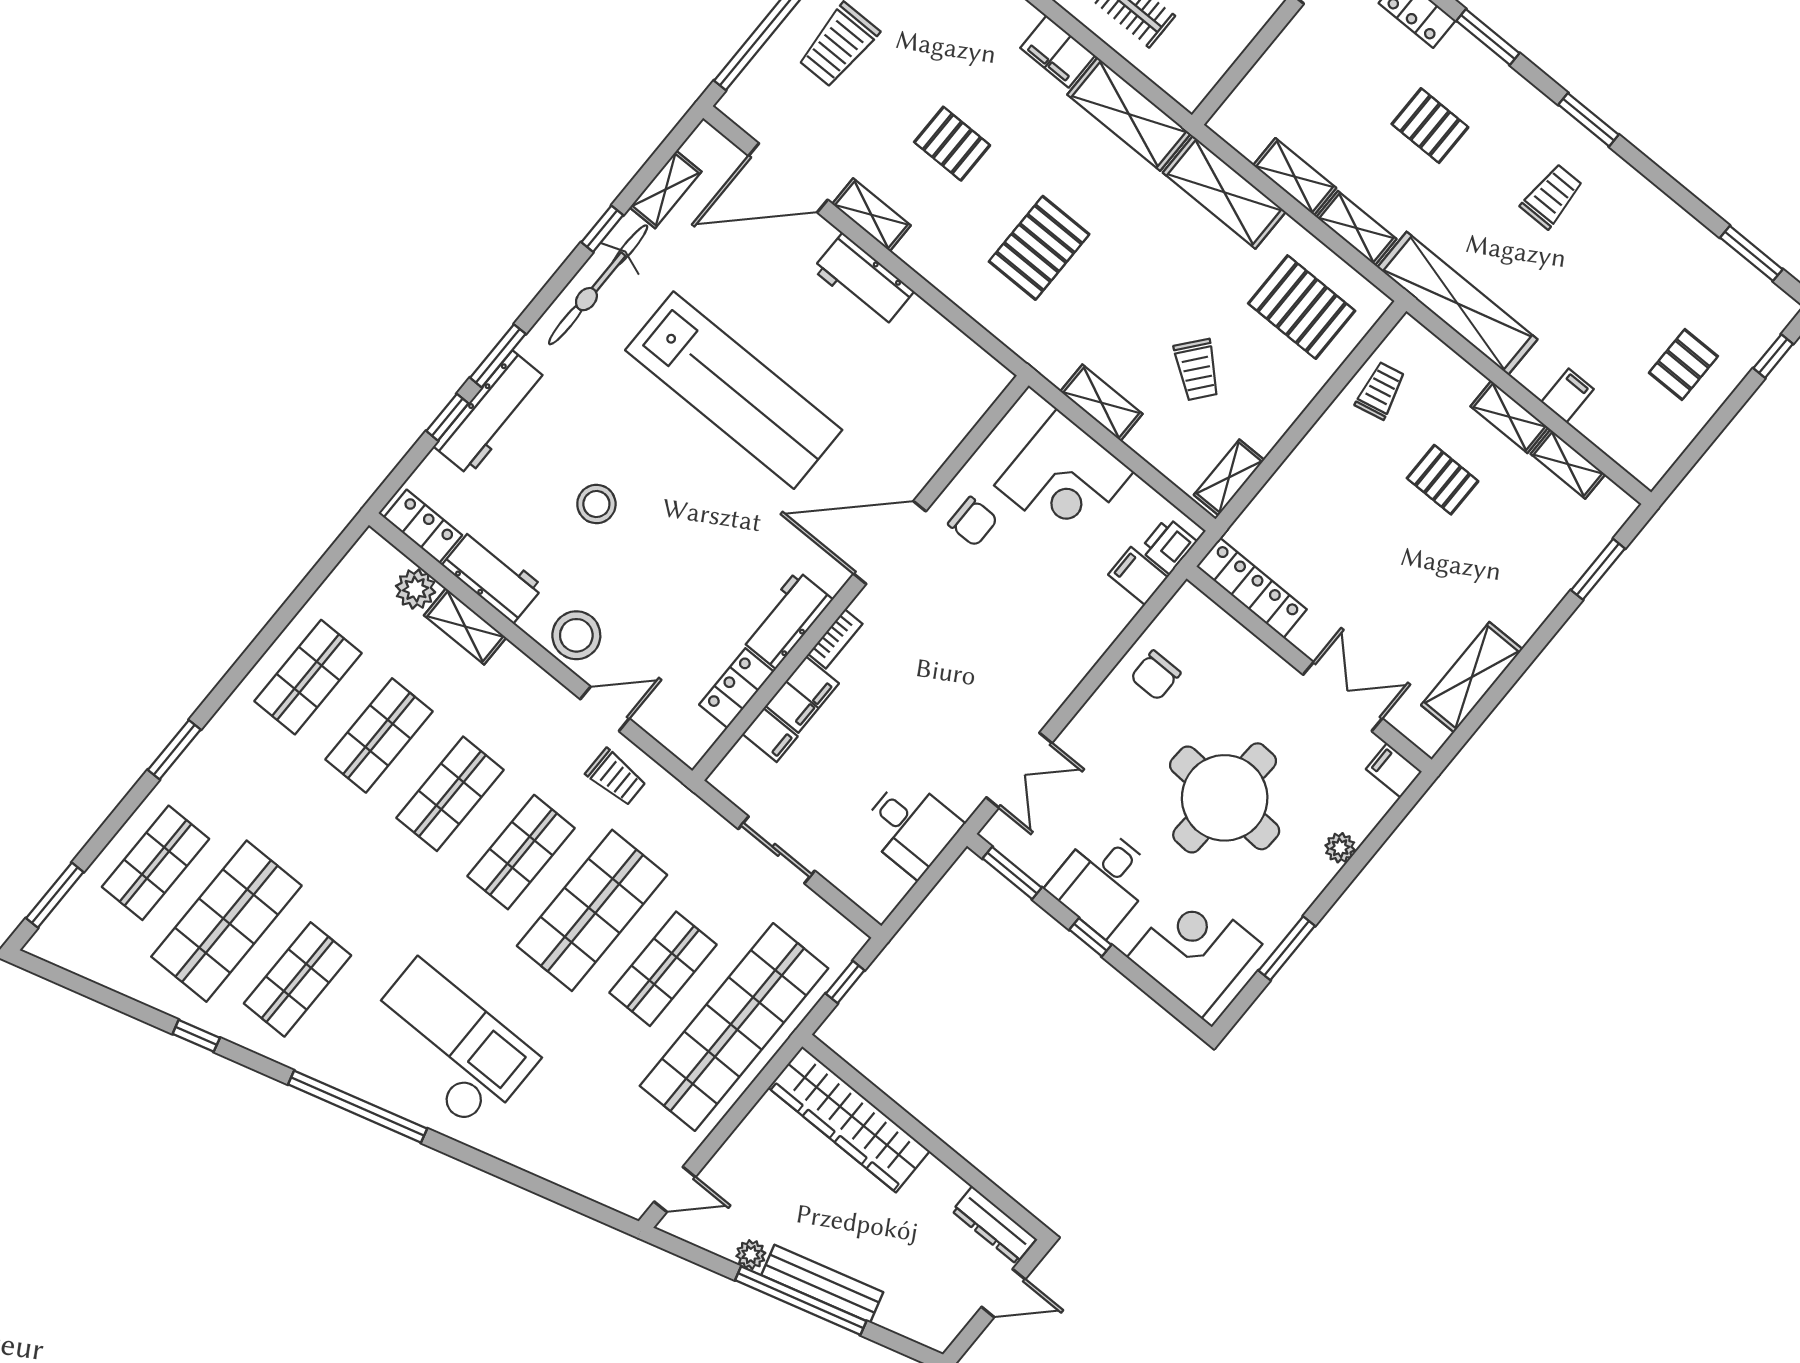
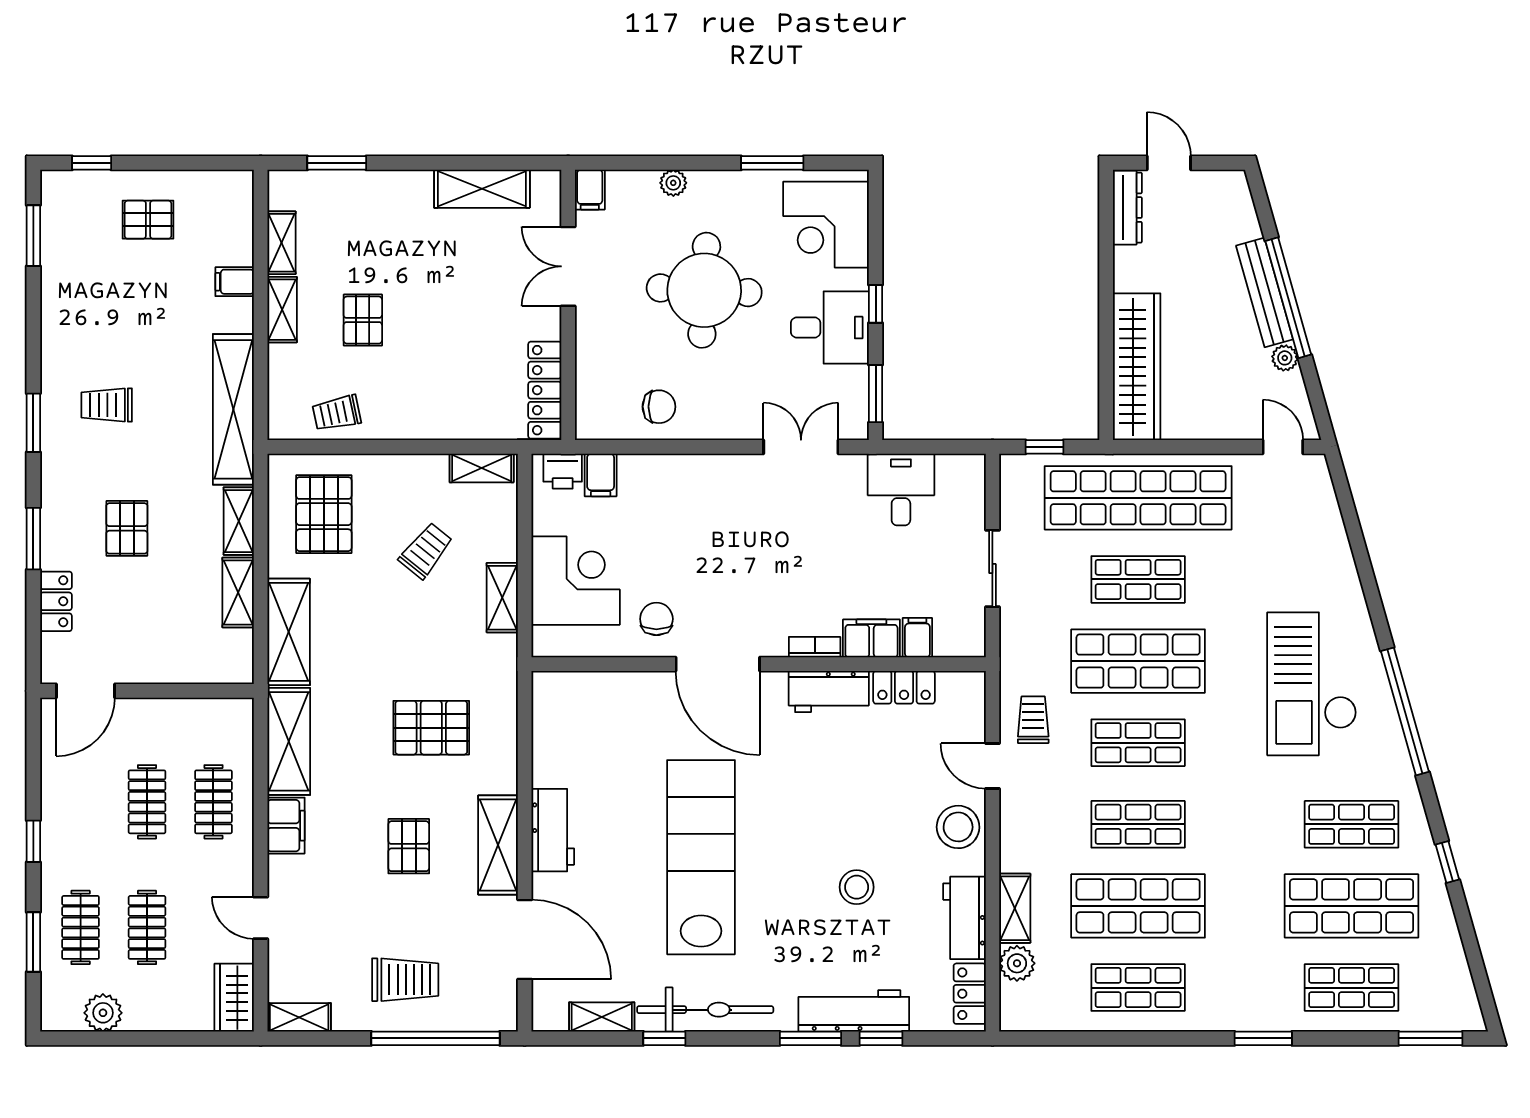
shelving: (871, 215) -> (498, 845), width x1.50, depth x1.33
shop shelf: (379, 735) -> (1138, 906), width x1.43, depth x1.36

